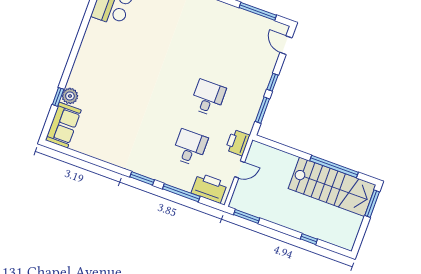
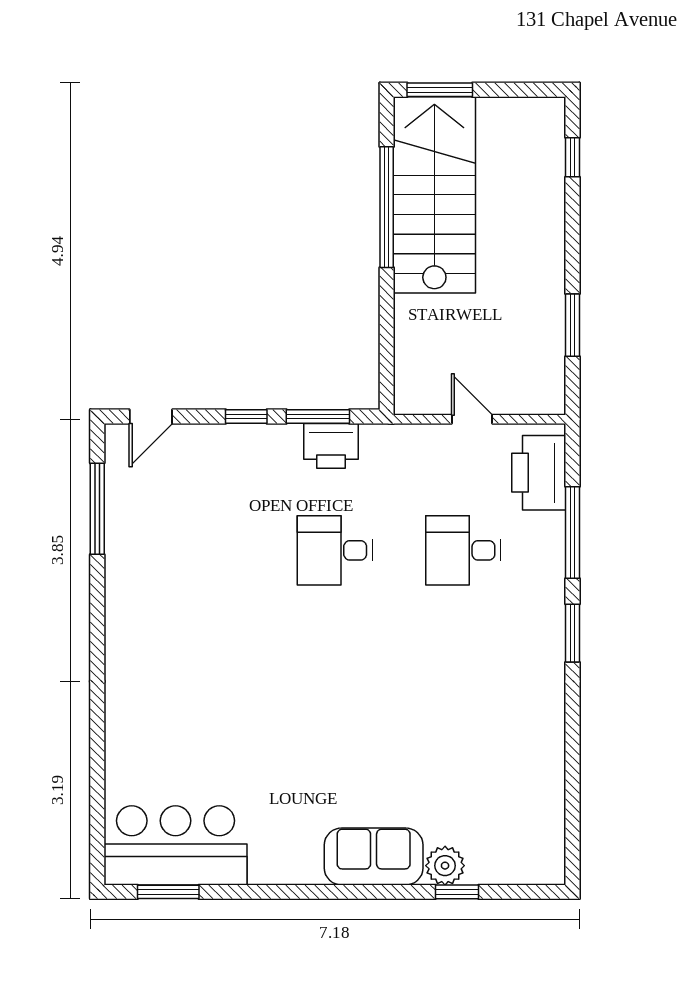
sofa: (63, 125) -> (374, 857), moved
printer: (238, 143) -> (331, 446), moved
window: (247, 216) -> (573, 325), moved
window: (309, 239) -> (573, 157), moved

